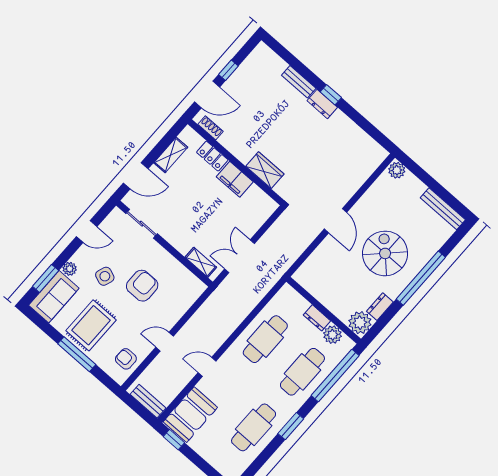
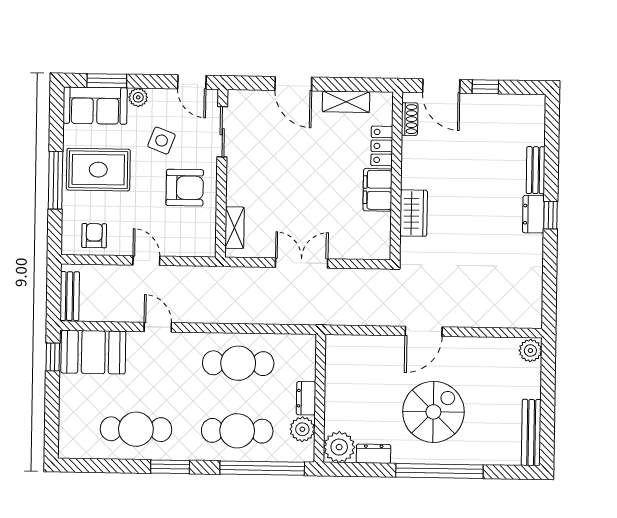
sliding door: (142, 224) -> (222, 132), moved
wall: (164, 244) -> (222, 173), moved
shelving: (201, 262) -> (234, 228), moved

